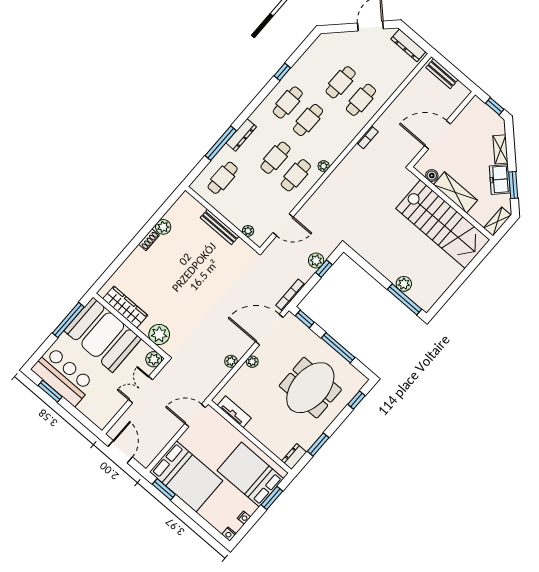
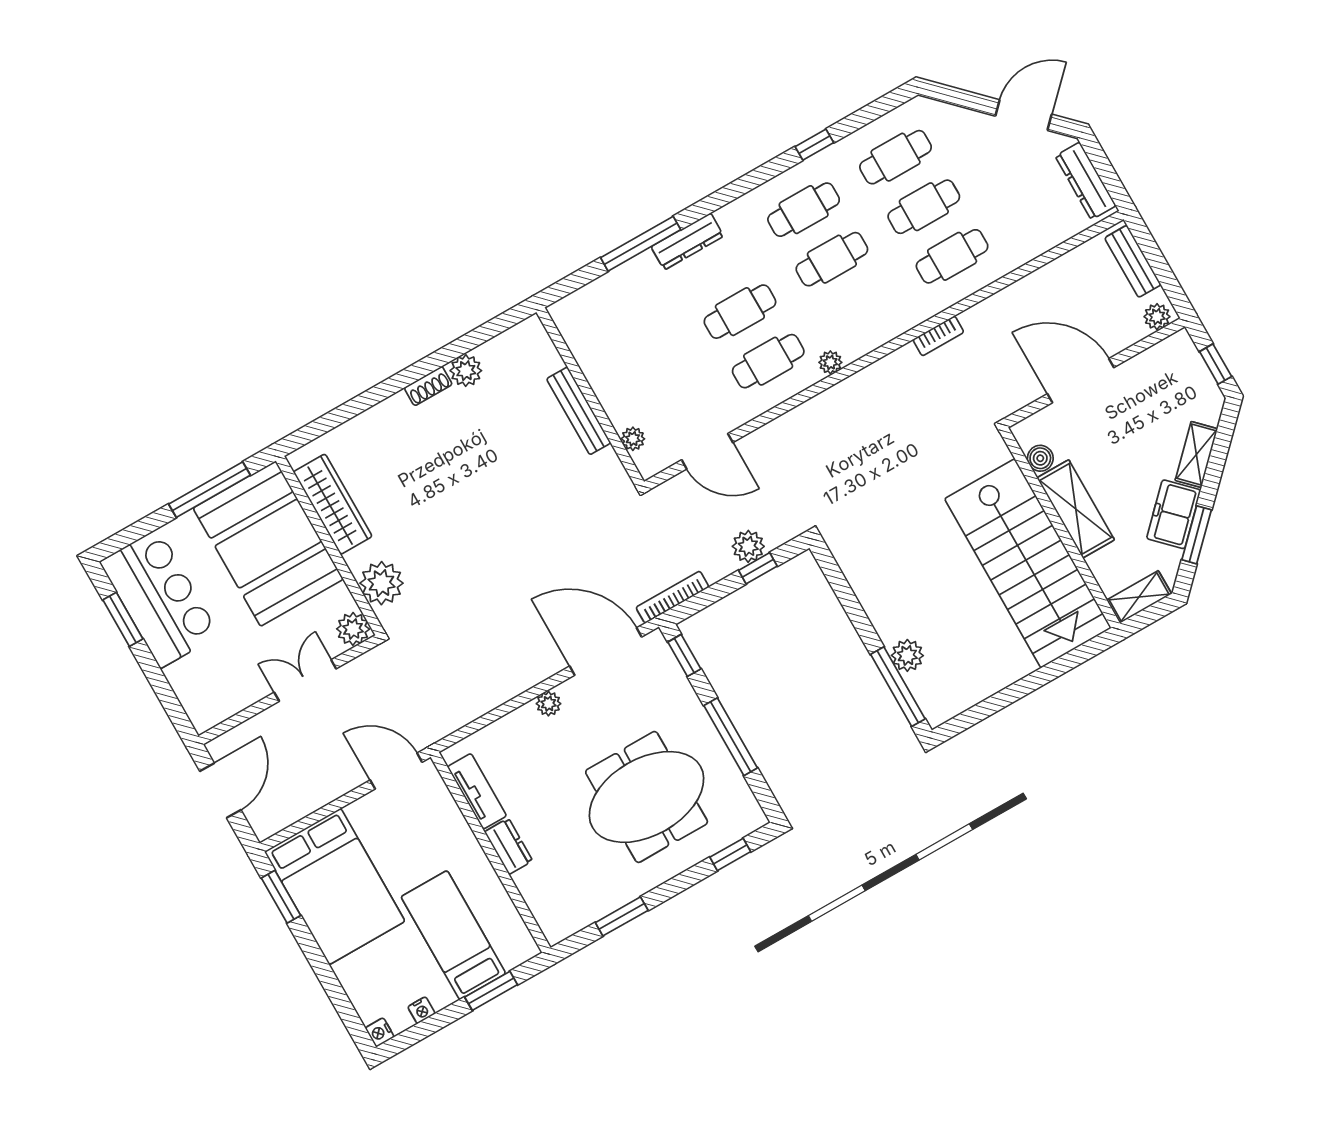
cafe table: (223, 178) -> (896, 157), moved
plant: (231, 361) -> (1157, 317), moved
dresser: (294, 457) -> (509, 846), moved, turned 90
bed: (250, 475) -> (453, 935), width x0.67

